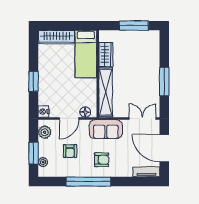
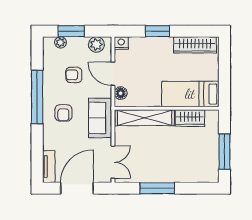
wardrobe: (57, 37) -> (195, 45), moved, turned -90

